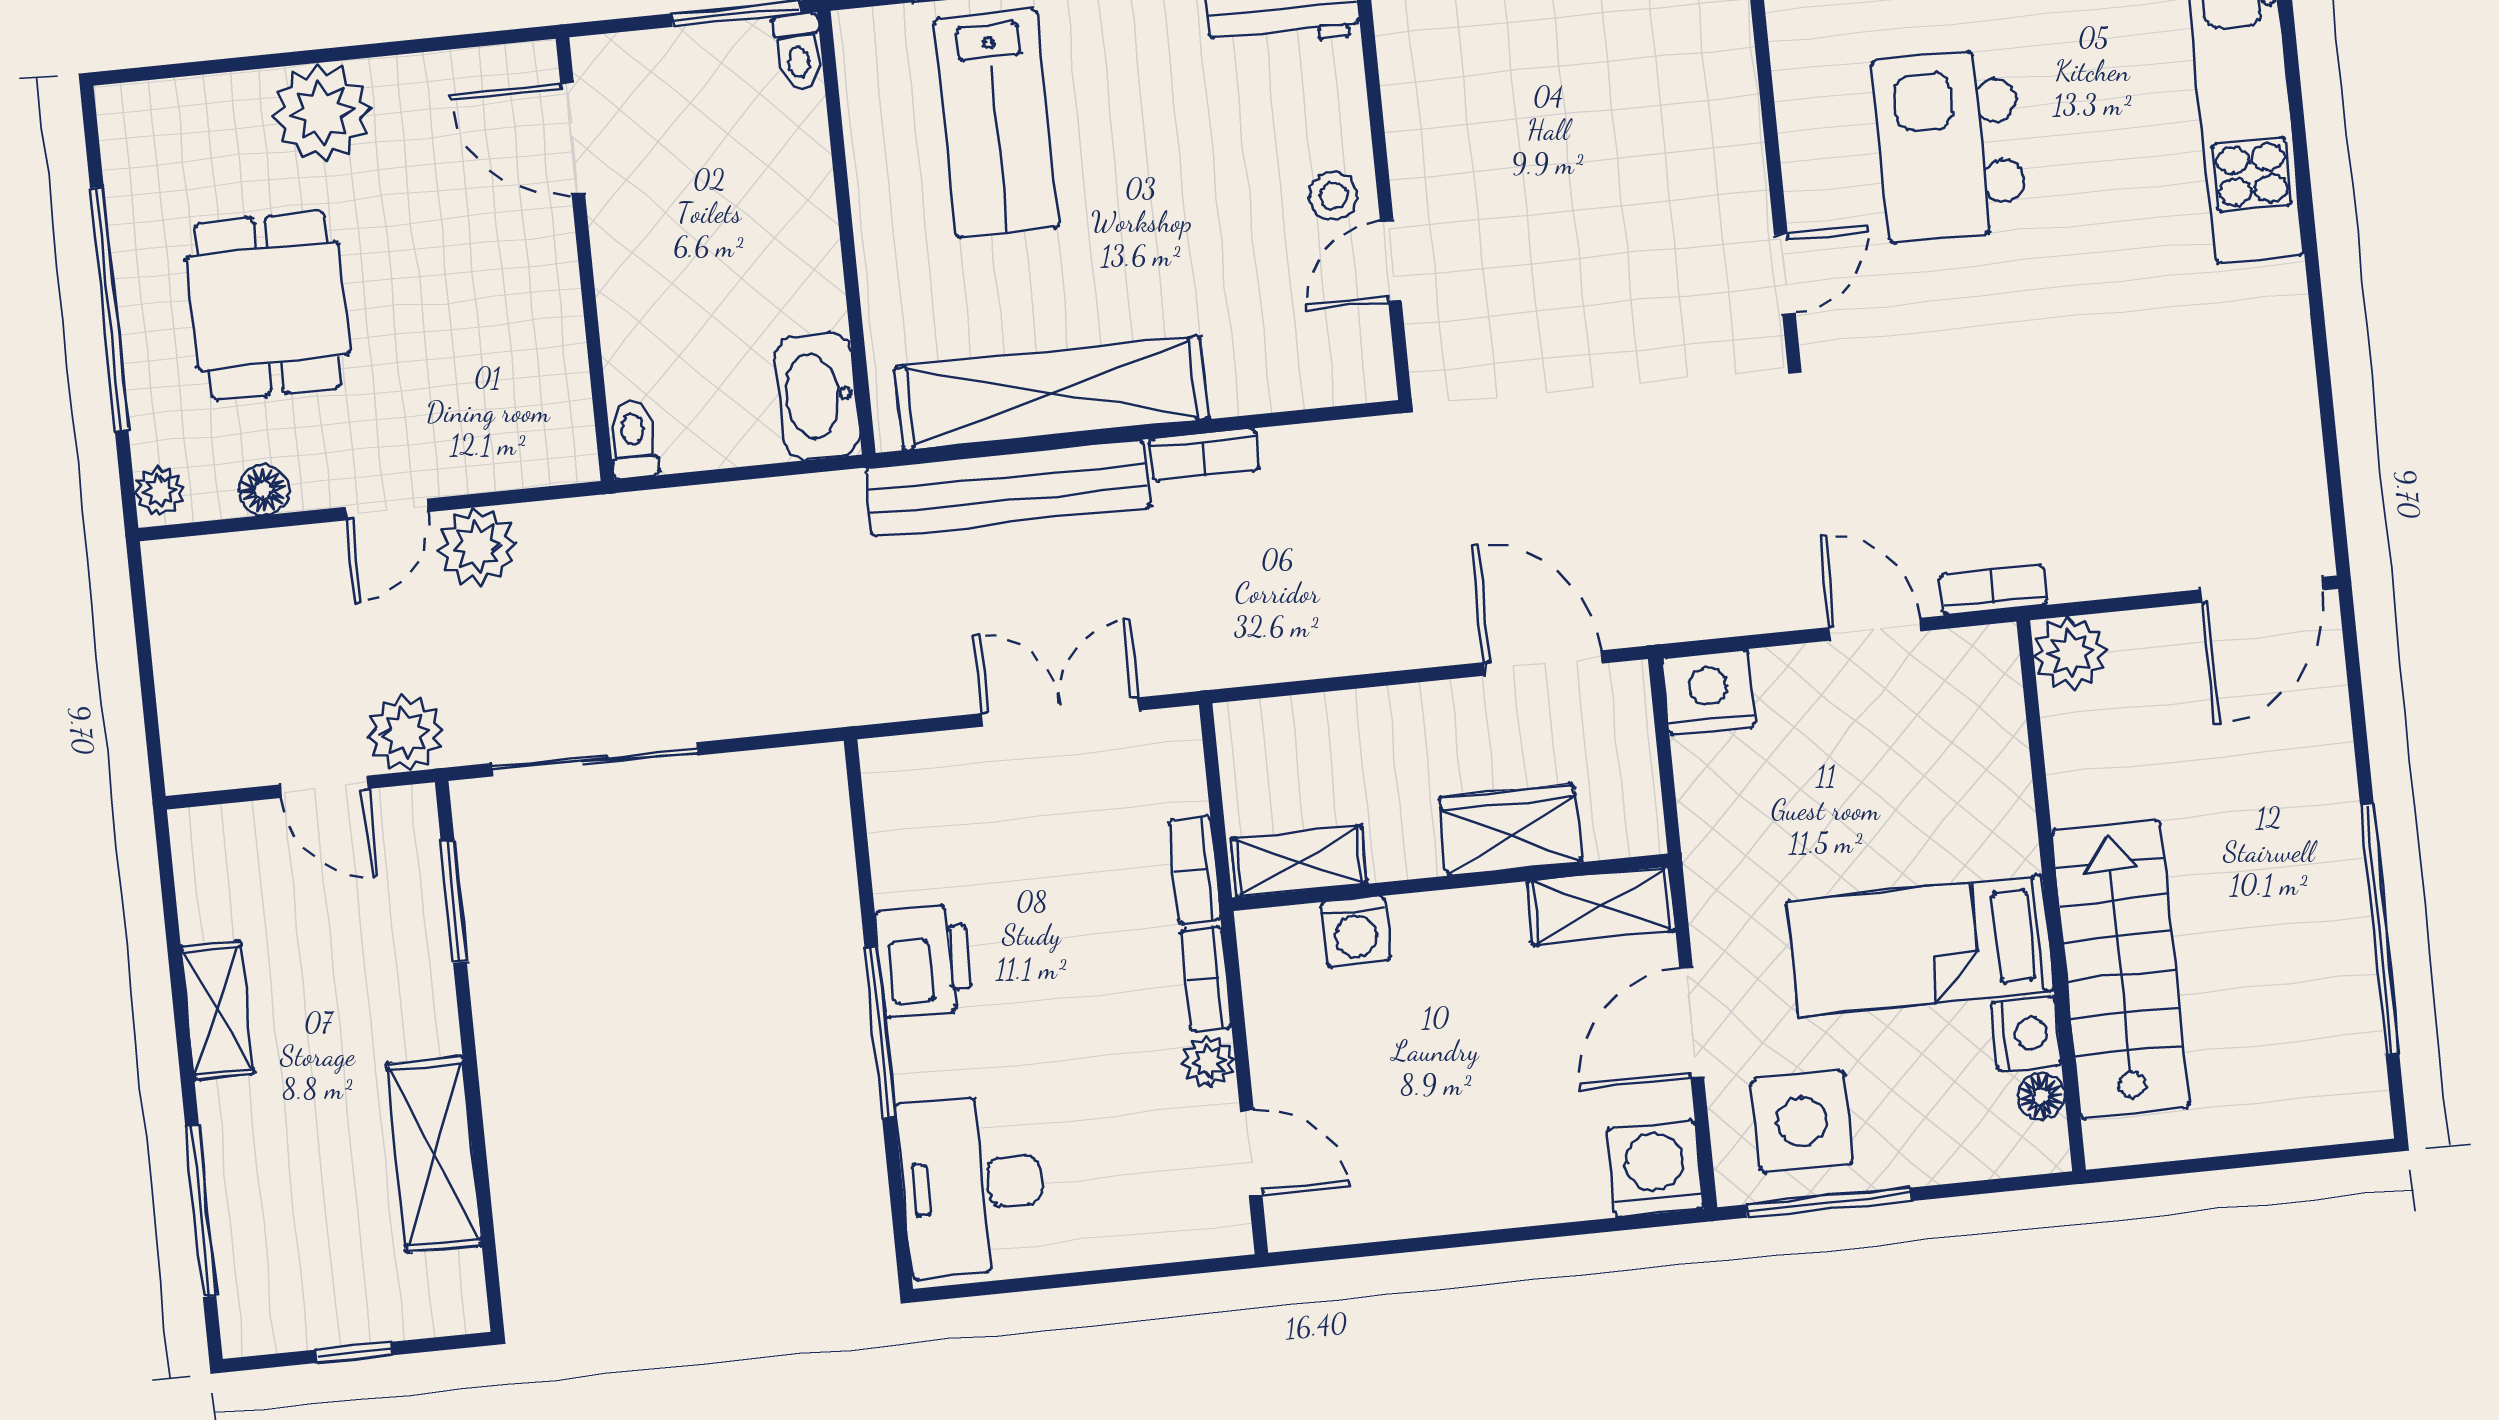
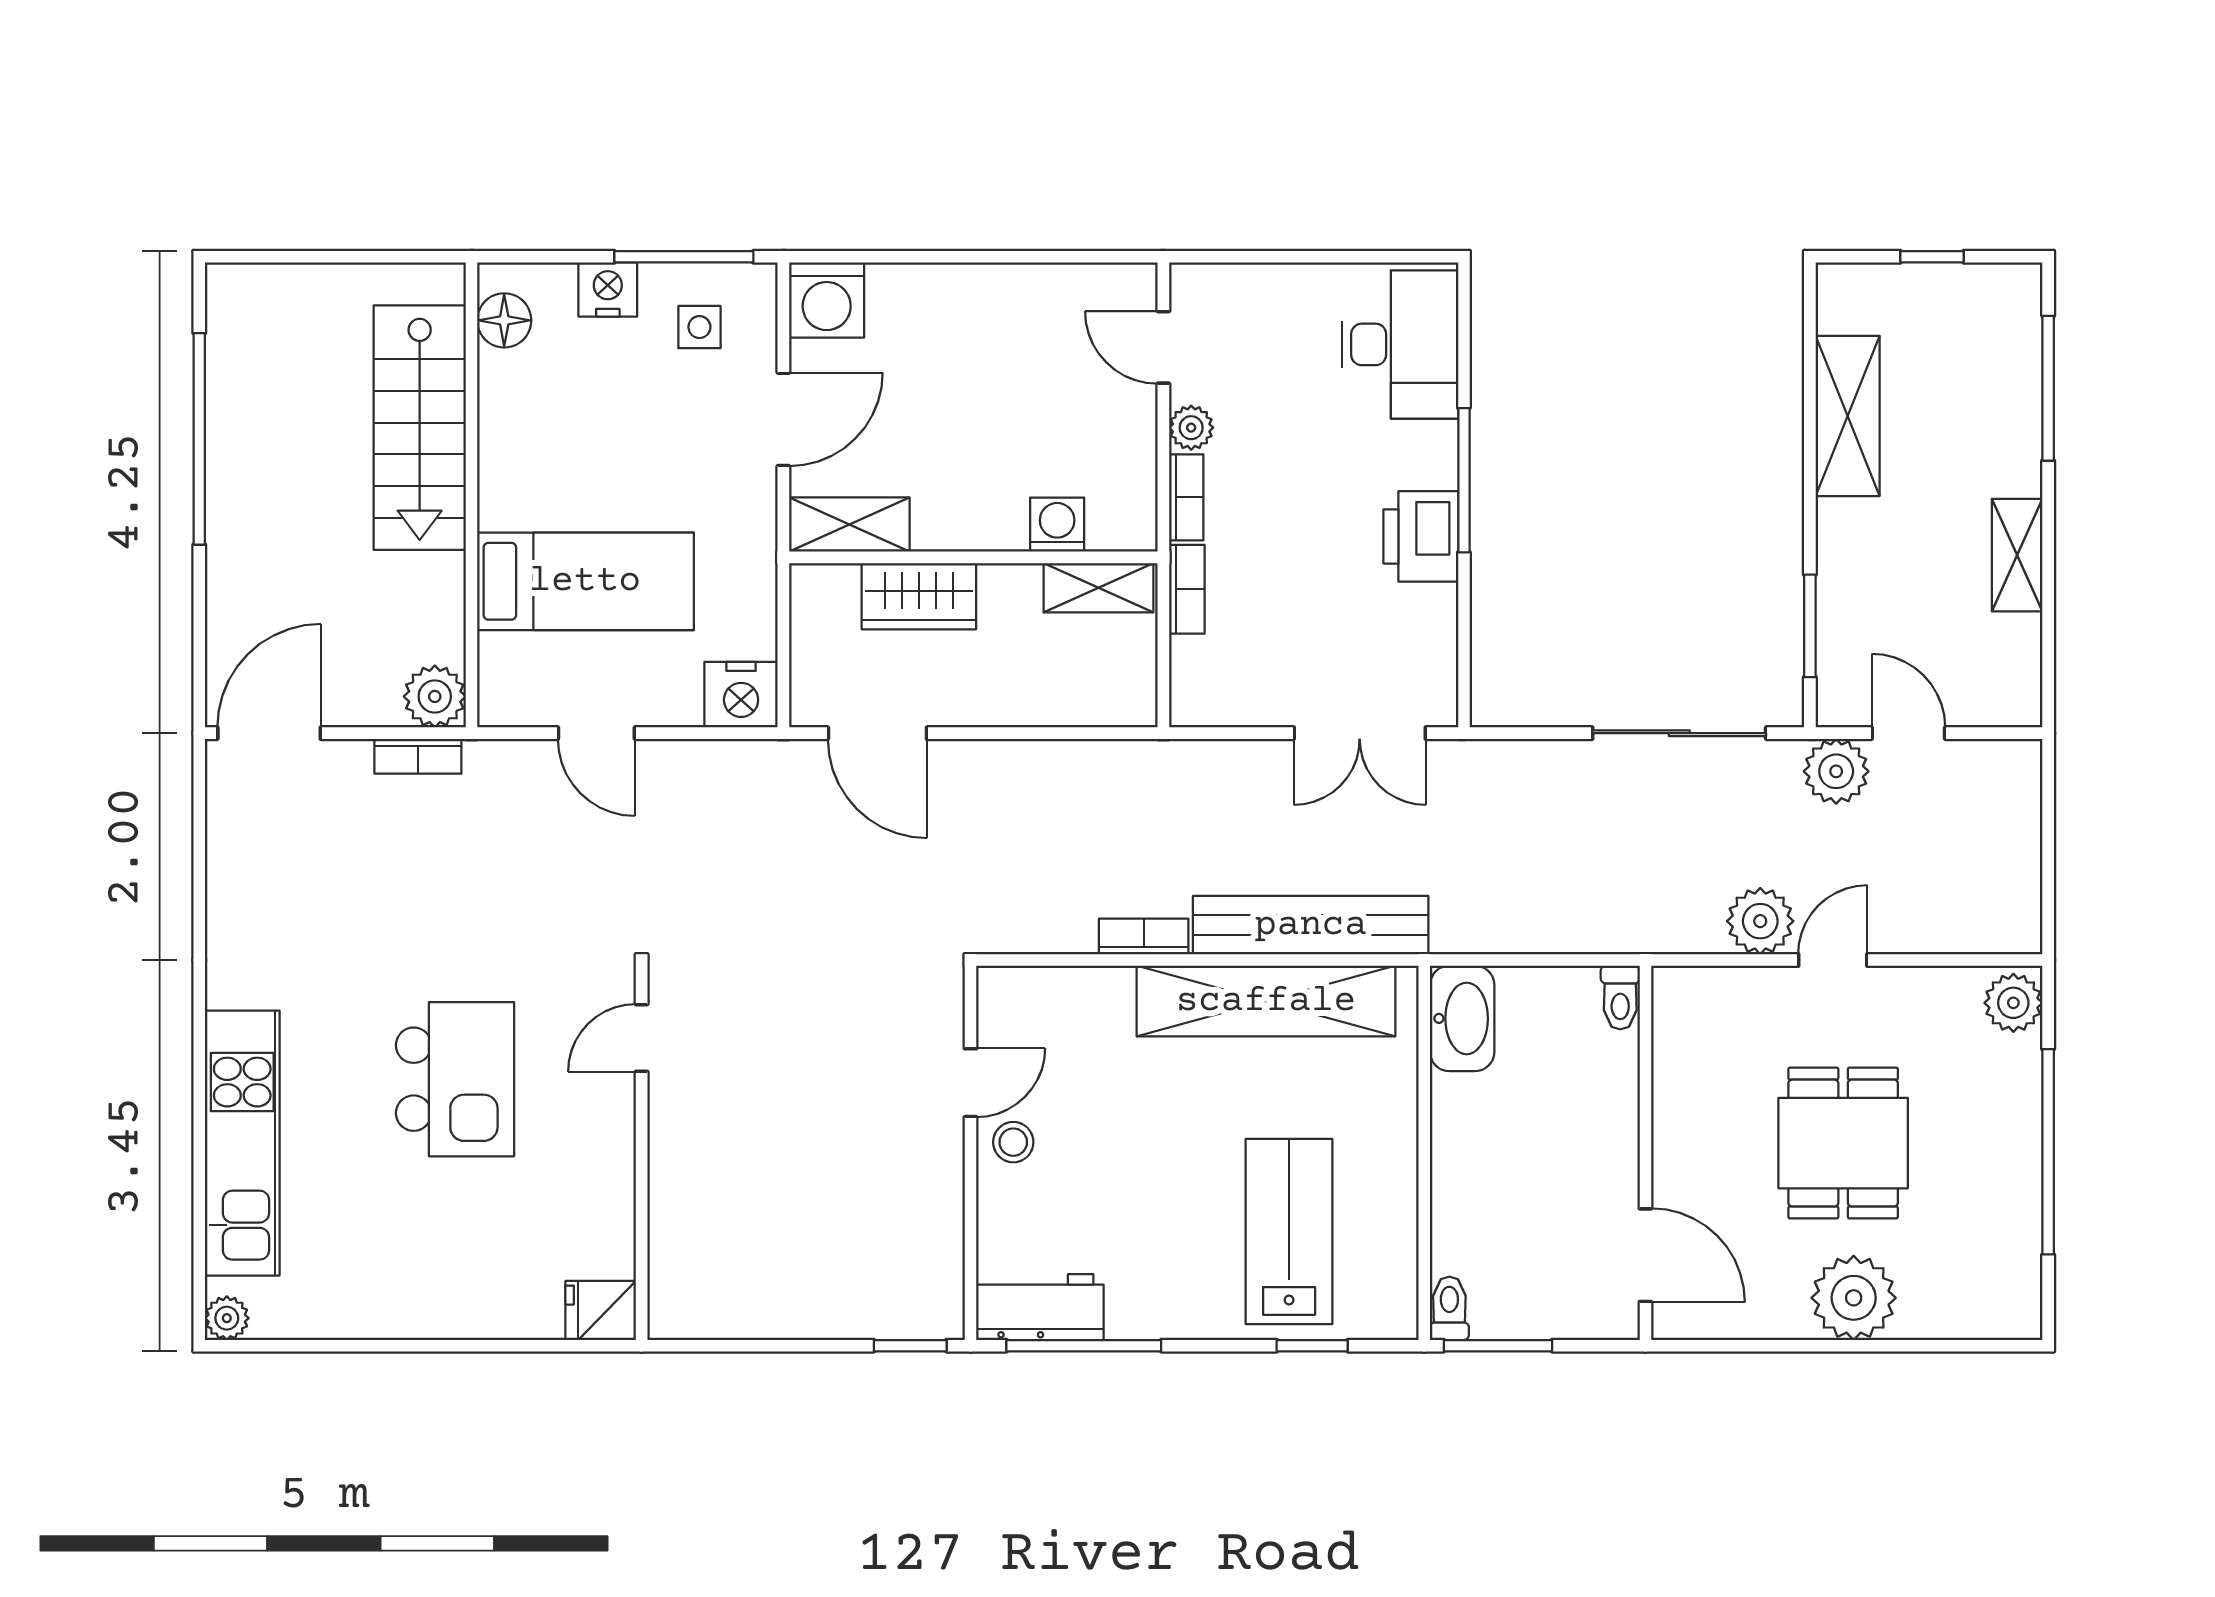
kitchen island: (1950, 145) -> (455, 1079), moved
dining table: (268, 306) -> (1843, 1143), moved
floor lamp: (264, 490) -> (1934, 987), removed
plant: (160, 491) -> (2013, 1003), width x1.38, depth x1.38
bookcase: (1994, 590) -> (418, 756), moved
double door: (1060, 712) -> (1360, 733), moved
bed: (1920, 946) -> (585, 581), moved
nightstand: (2026, 1034) -> (608, 289), moved, turned 90
floor lamp: (2041, 1096) -> (504, 320), width x1.37, depth x1.37
side table: (1802, 1121) -> (699, 327), width x0.54, depth x0.54

